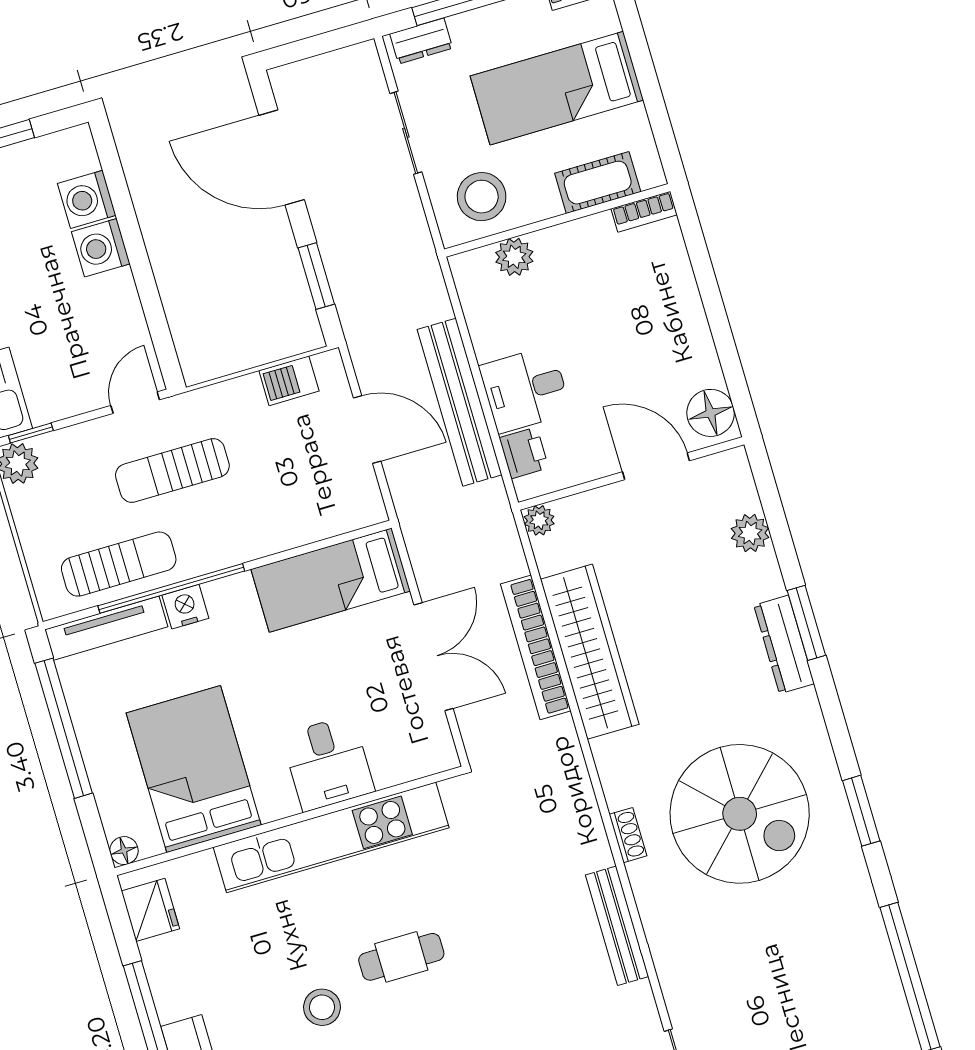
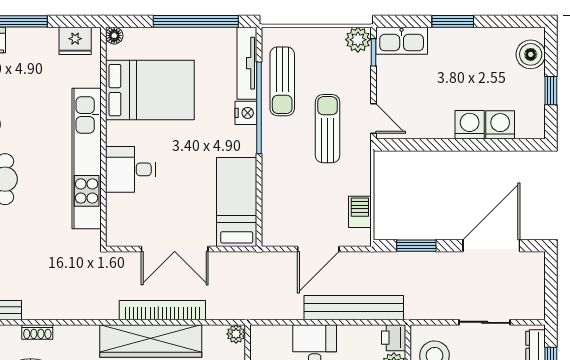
bench: (460, 402) -> (354, 308), moved
printer: (524, 453) -> (394, 338), moved, turned 90

